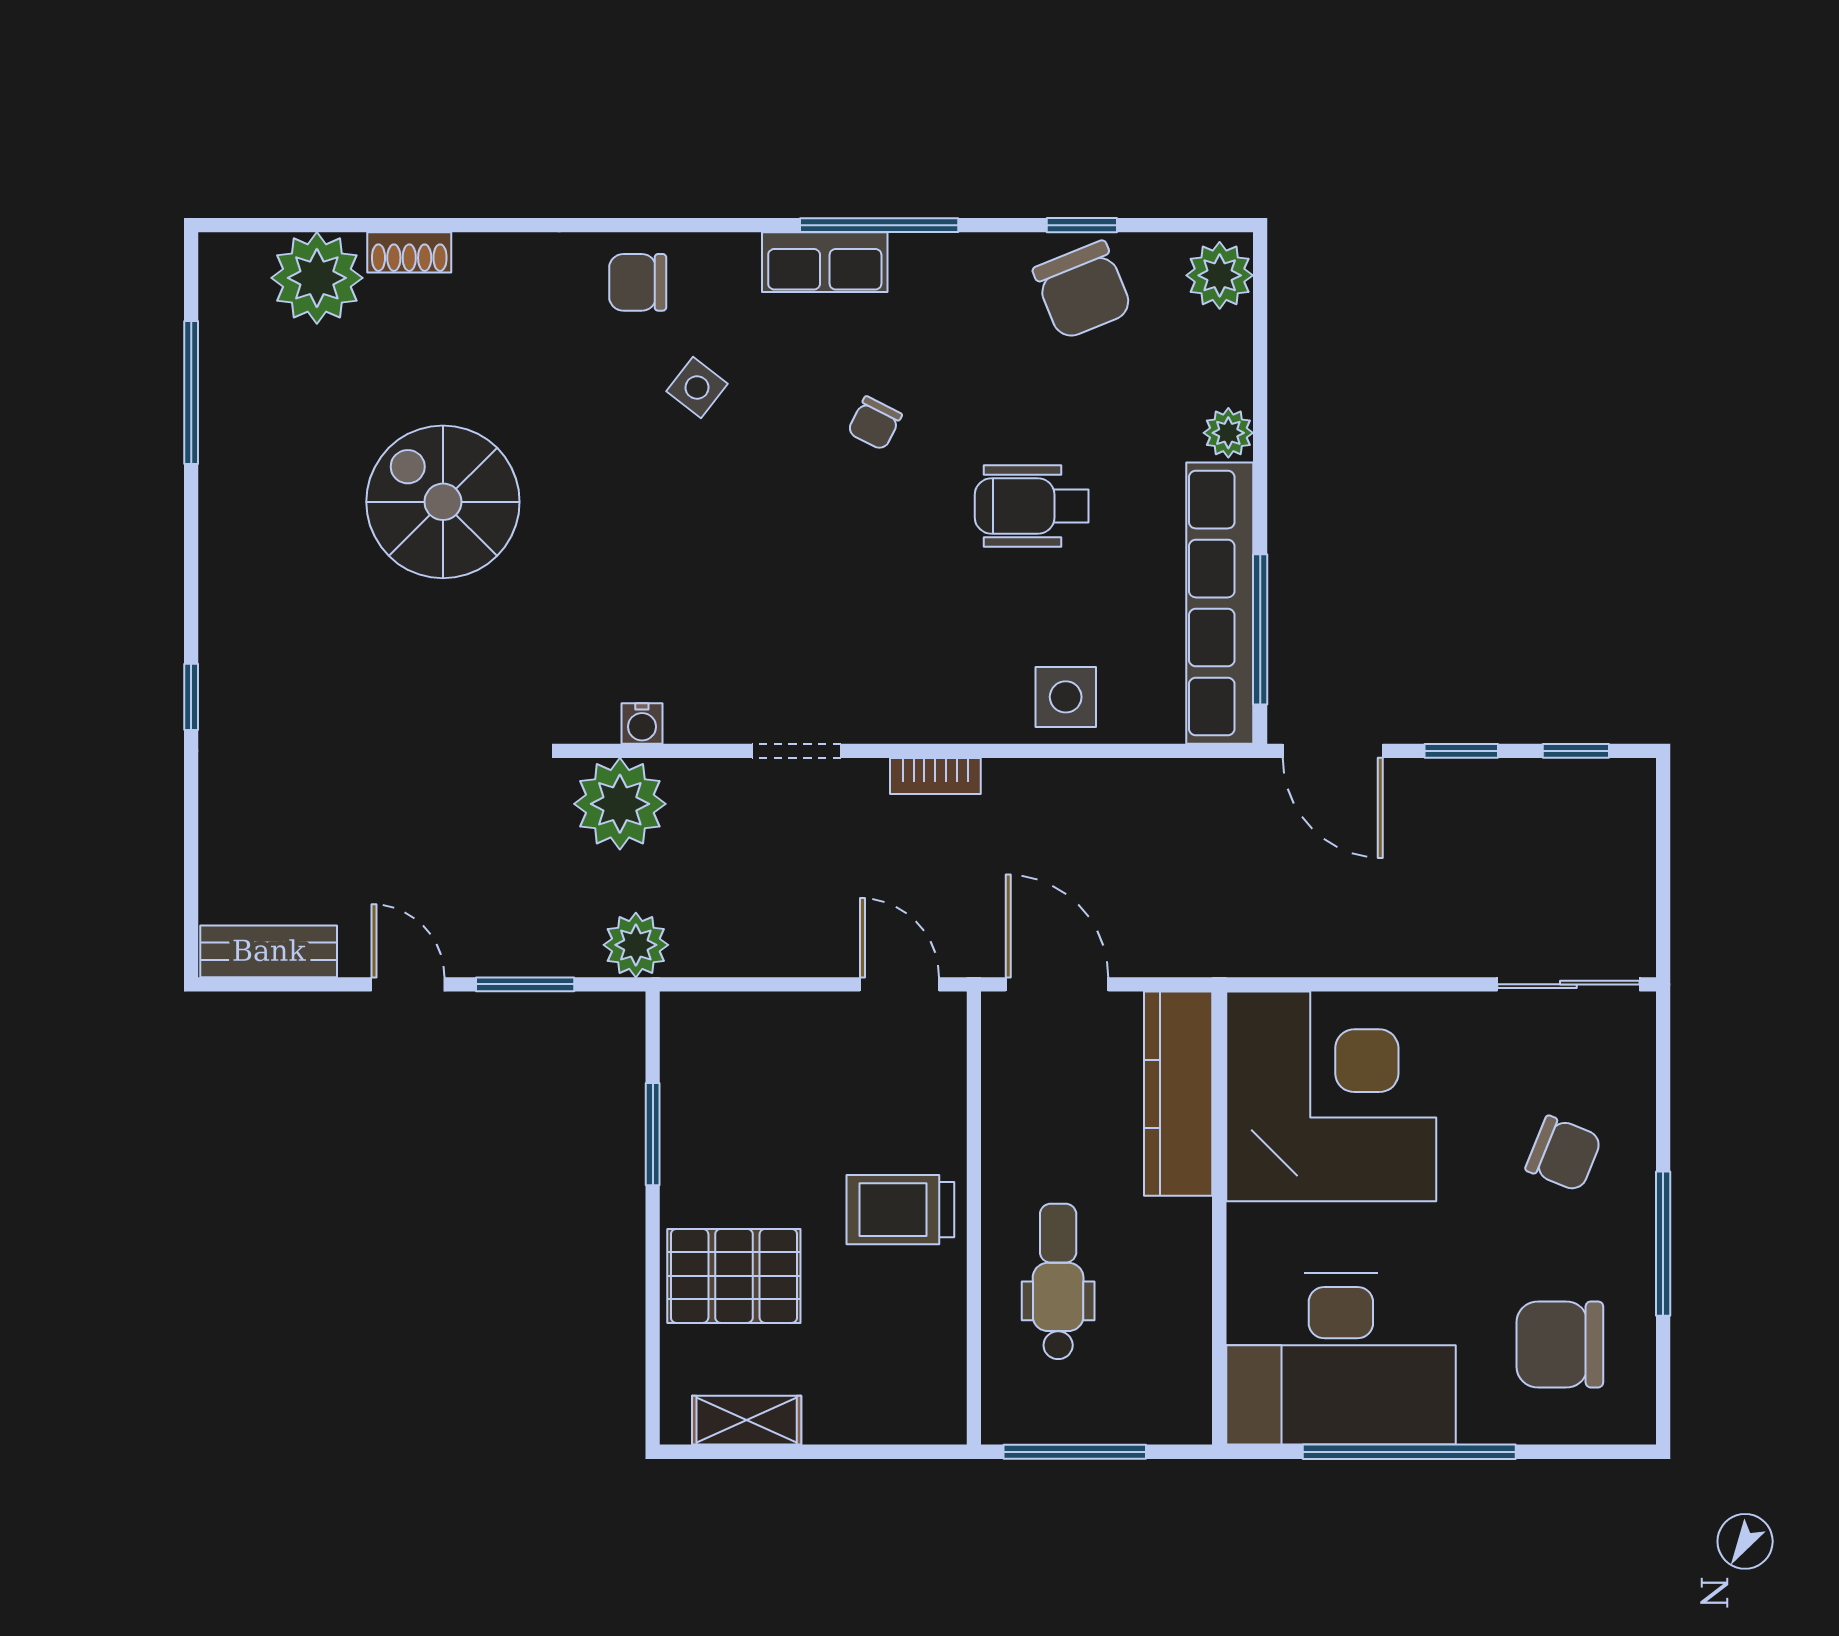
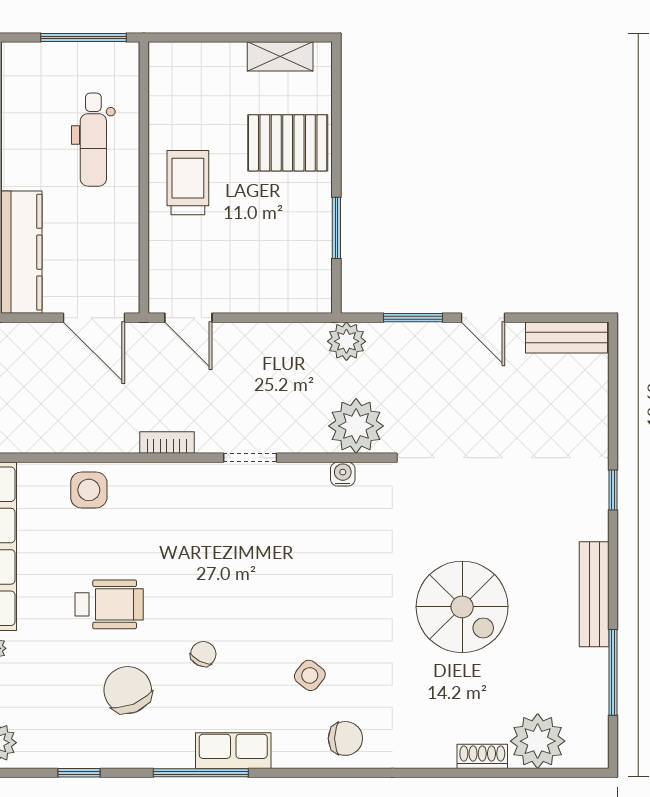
chair: (1083, 290) -> (128, 690), moved
bench: (223, 523) -> (594, 594), added
trolley: (900, 1210) -> (188, 183), turned -90

